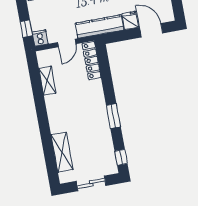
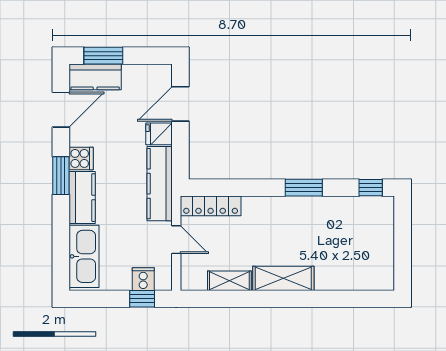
cooker: (40, 38) -> (143, 279), moved, turned 90
shelving: (62, 152) -> (283, 278), moved
sliding door: (91, 183) -> (403, 242), removed

